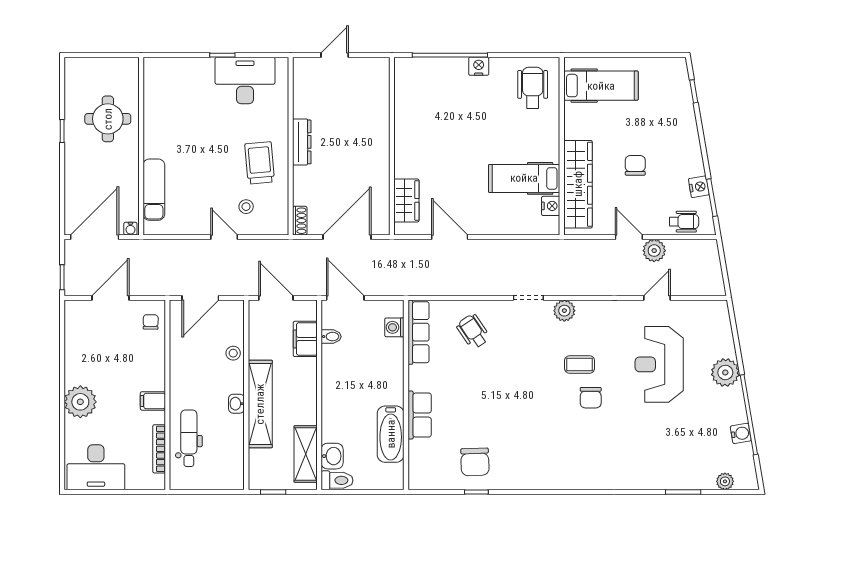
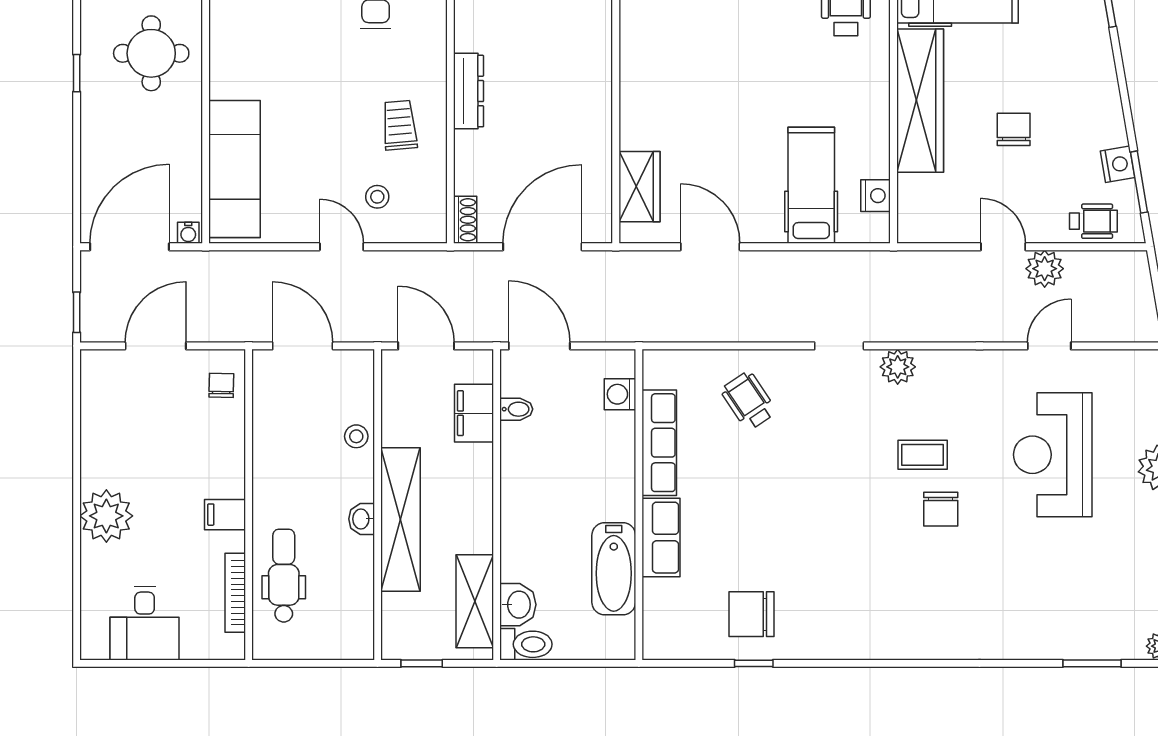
trolley: (260, 163) -> (400, 125), width x0.73, depth x0.72
hospital bed: (524, 178) -> (811, 185), moved, turned 90
wardrobe: (578, 184) -> (920, 101), moved
exam couch: (154, 190) -> (235, 169), width x1.36, depth x1.45
door: (200, 298) -> (303, 346), swing flipped
row of seats: (418, 332) -> (659, 443), moved
chair: (475, 462) -> (751, 614), turned 92
desk: (96, 467) -> (145, 623), width x0.73

